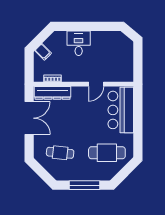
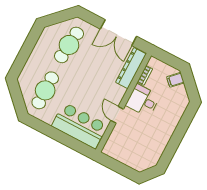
desk: (79, 43) -> (143, 100), moved, turned 180
cafe table: (60, 153) -> (69, 45), width x1.37, depth x1.35
window: (85, 185) -> (25, 52), removed

